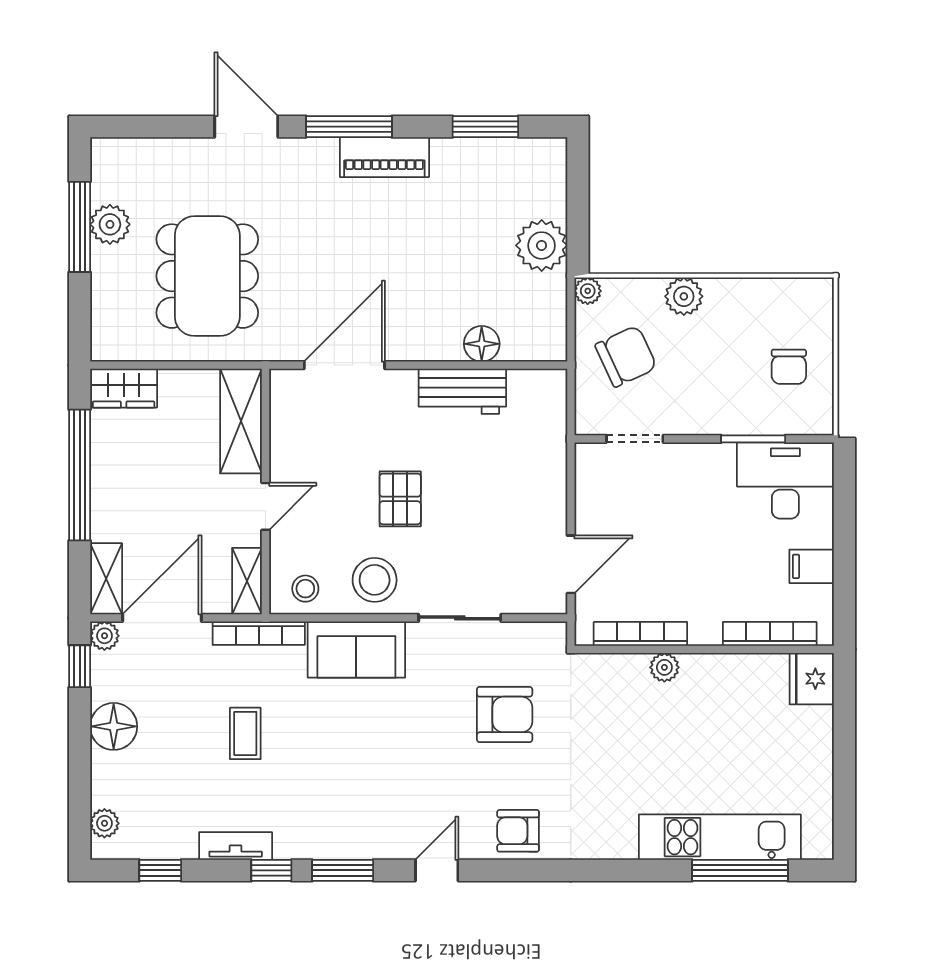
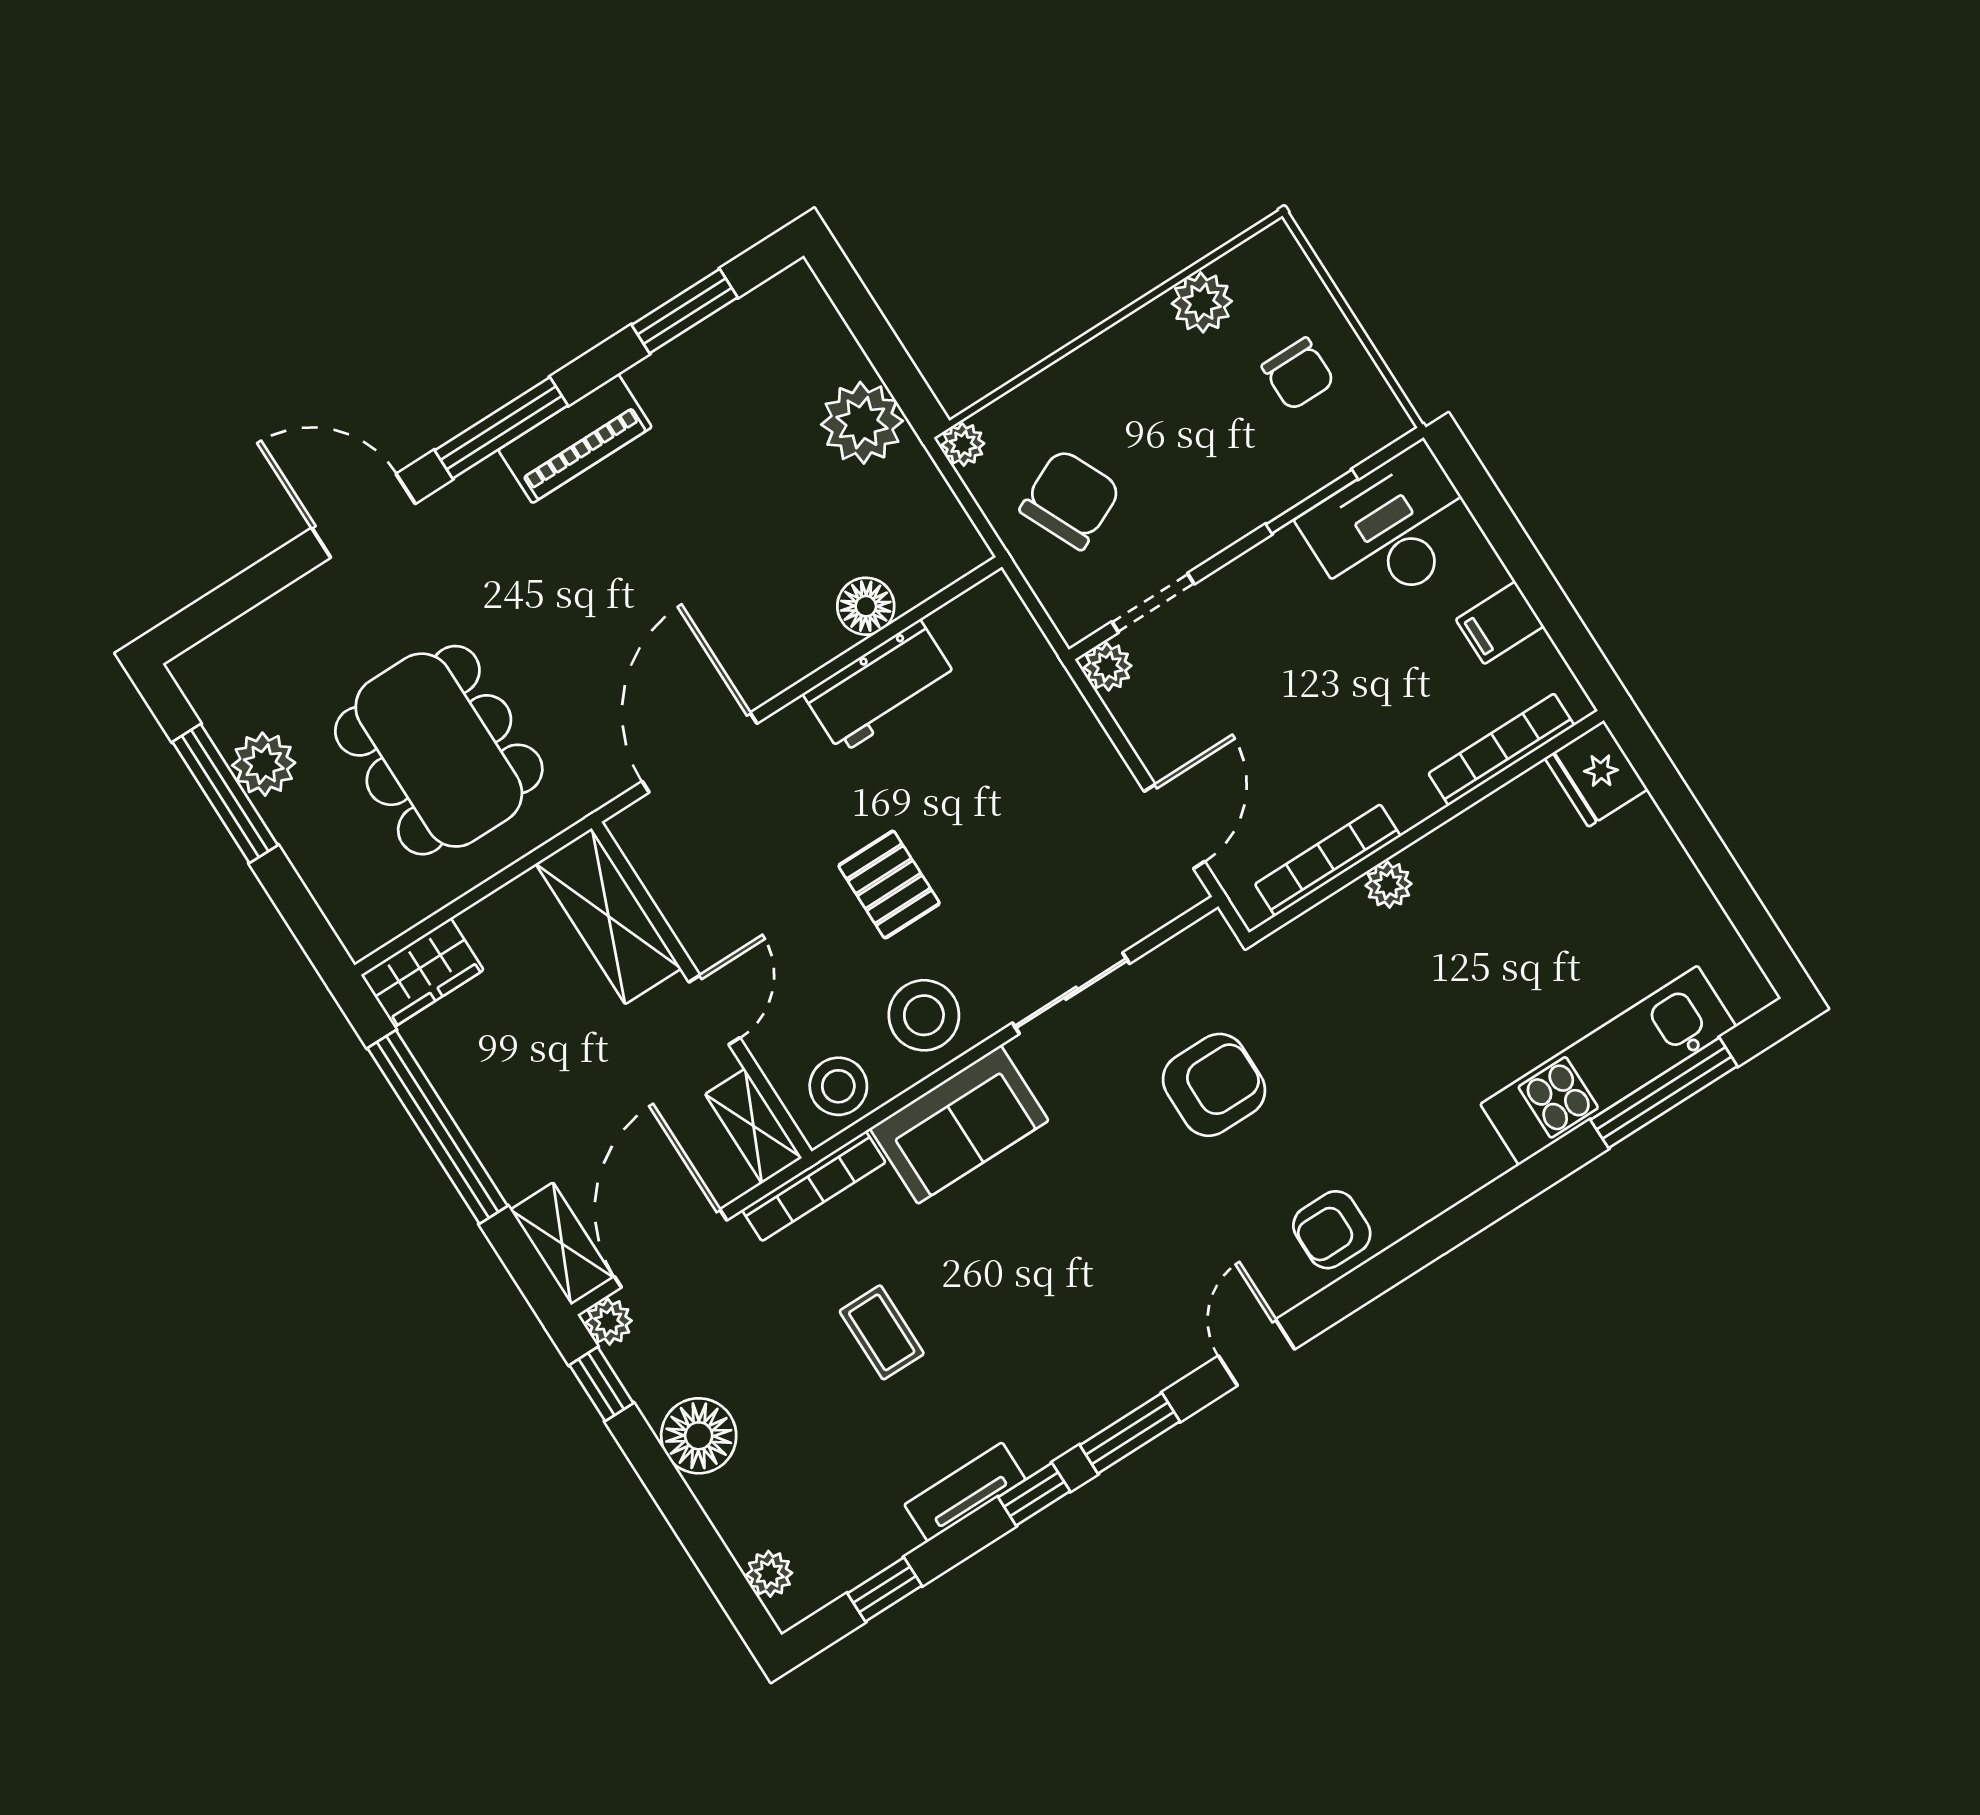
plant: (684, 296) -> (1202, 302), moved
plant: (589, 457) -> (1108, 667), added
stool: (305, 589) -> (838, 1086), width x1.37, depth x1.37

